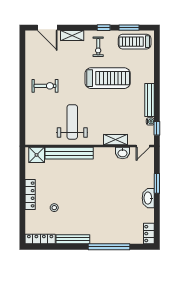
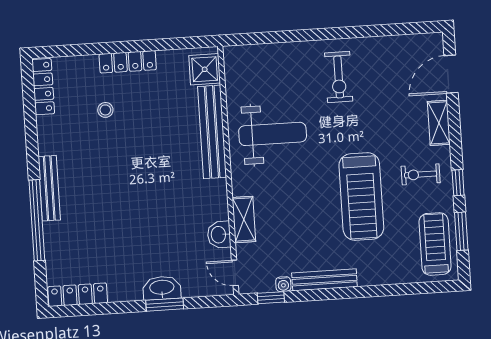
washbasin: (148, 198) -> (162, 288), moved
locker: (149, 234) -> (78, 295), width x1.53
bench: (73, 239) -> (49, 188), moved

